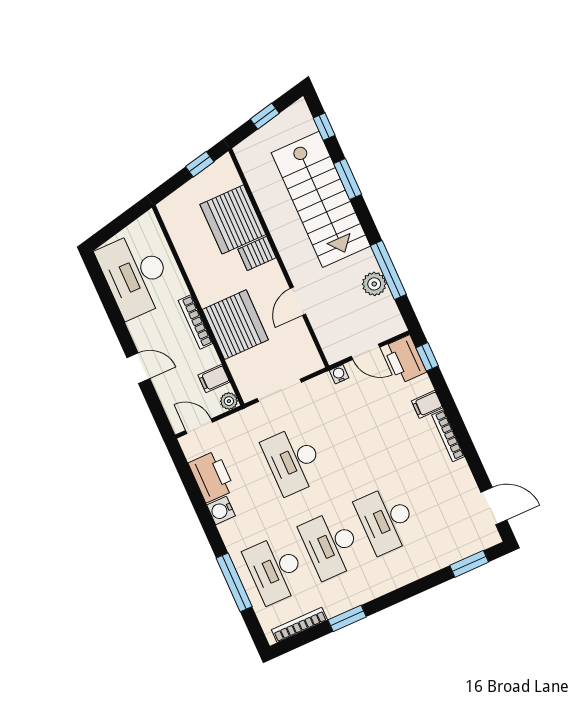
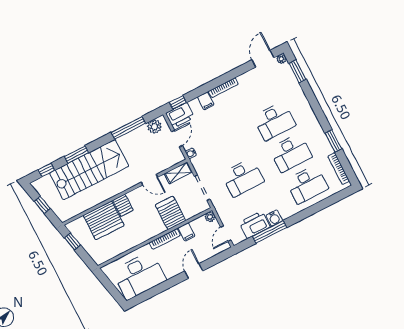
plant: (374, 284) -> (154, 127), moved
server rack: (235, 325) -> (170, 213), width x0.63
shelving: (307, 351) -> (178, 173), added
filing cabinet: (214, 378) -> (187, 232), moved
plant: (492, 538) -> (281, 59), added
window: (234, 582) -> (270, 232), moved

